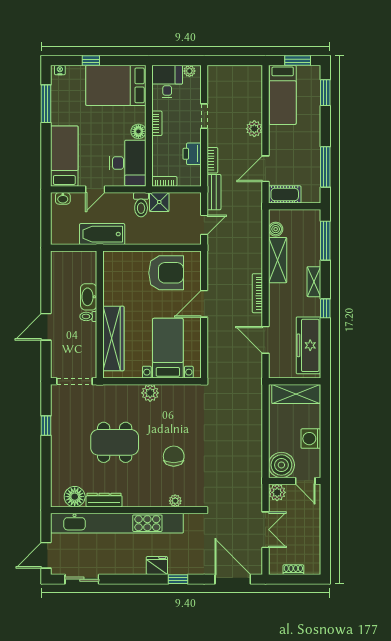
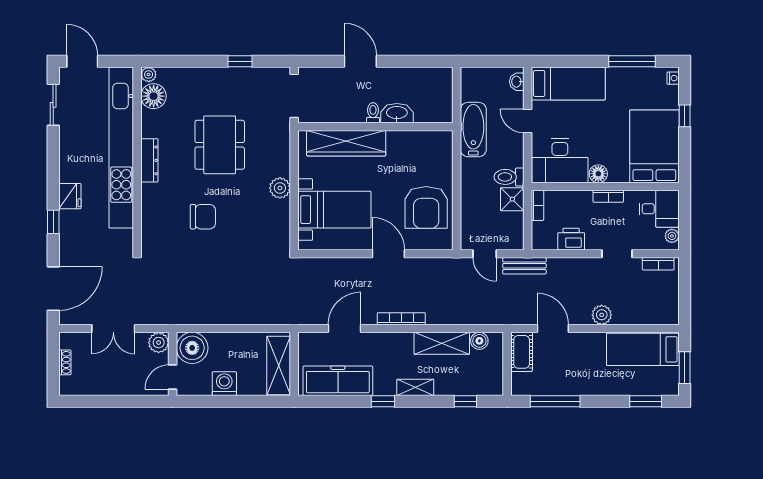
bookcase: (212, 160) -> (658, 264), moved
window: (325, 241) -> (465, 401), width x0.46
dresser: (104, 500) -> (149, 160), moved
plant: (175, 501) -> (149, 75), moved

